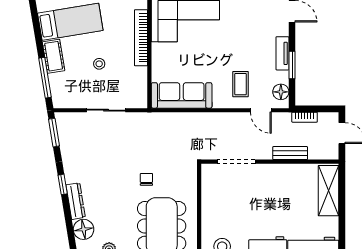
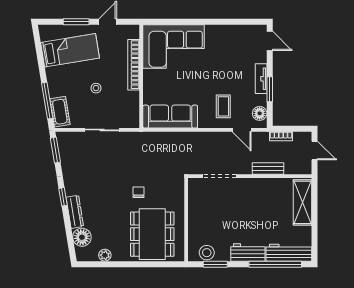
cot: (54, 56) -> (60, 112), moved

